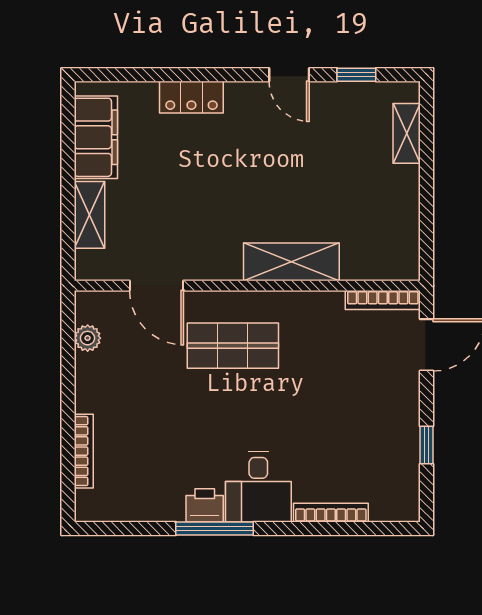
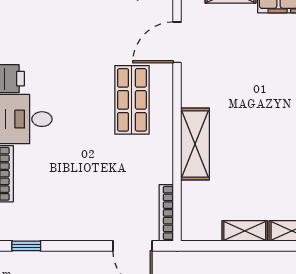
shelving: (407, 196) -> (245, 231), added
window: (427, 445) -> (26, 246), moved

